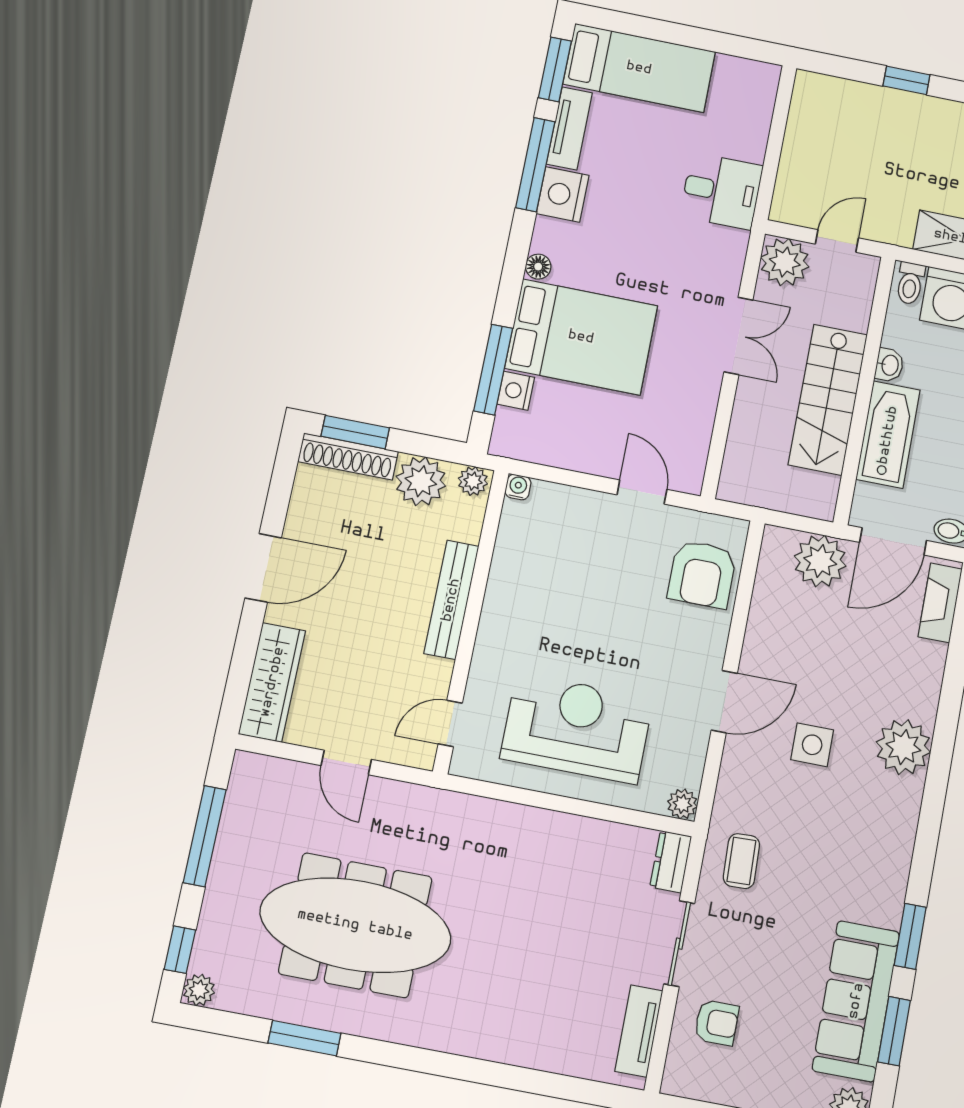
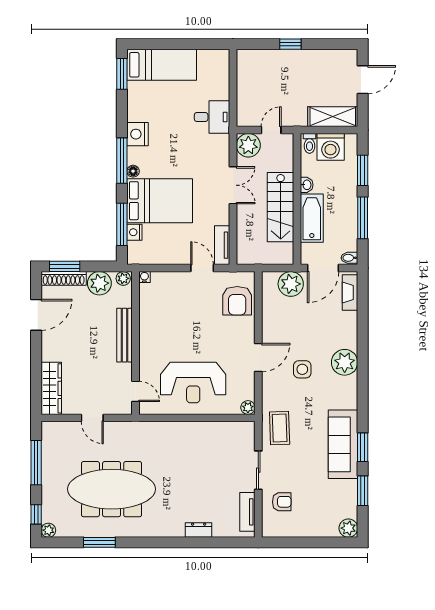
tv unit: (569, 128) -> (222, 245), moved, turned 180
window: (535, 165) -> (122, 161), moved
door: (263, 568) -> (36, 315), moved
door: (450, 723) -> (135, 391), swing flipped
reception desk: (577, 728) -> (193, 383), turned 180
coffee table: (741, 861) -> (280, 428), width x1.36, depth x1.30
dresser: (671, 862) -> (199, 530), moved, turned 90
sofa: (856, 1001) -> (343, 444), moved

